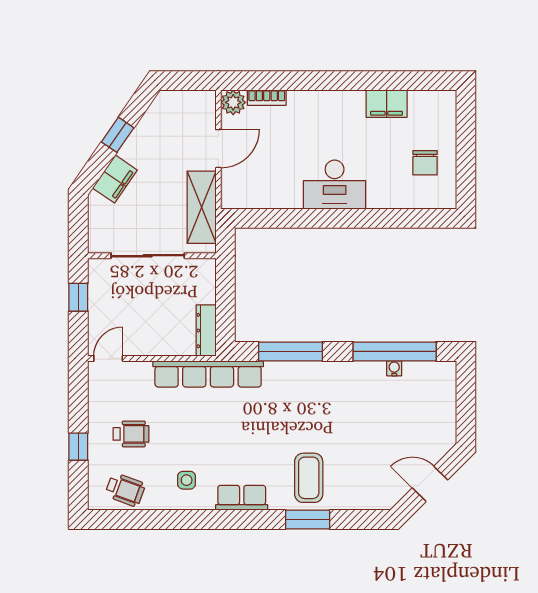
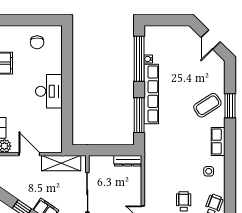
chair: (425, 163) -> (37, 42), turned 90
row of seats: (208, 374) -> (151, 94), moved
coffee table: (309, 478) -> (207, 105), turned -33

